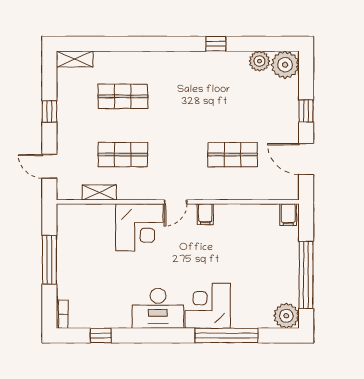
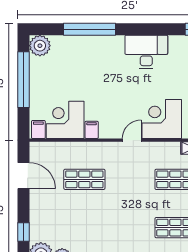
window: (306, 111) -> (24, 232), moved
filing cabinet: (205, 214) -> (92, 130), moved
corner desk: (208, 306) -> (65, 120), moved, turned 180

